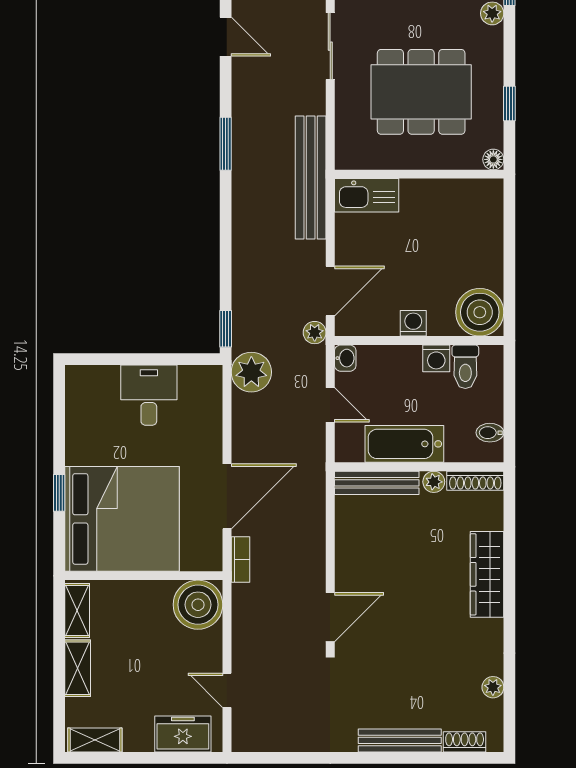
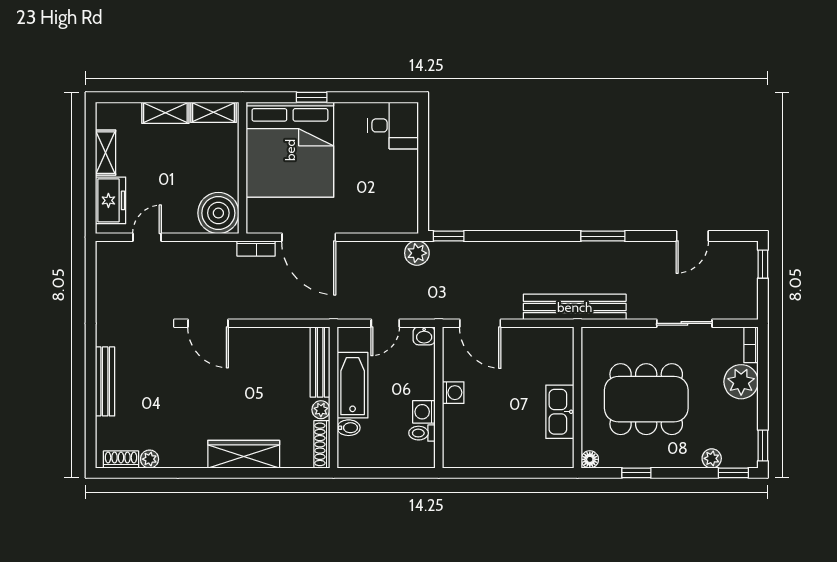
dining table: (421, 92) -> (646, 399), turned 90
kitchen sink: (367, 195) -> (560, 412), moved
boiler: (480, 312) -> (462, 448), removed
plant: (315, 333) -> (445, 310), removed
toilet: (465, 367) -> (422, 433), width x0.73, depth x0.72
plant: (251, 372) -> (417, 253), width x0.73, depth x0.73
desk: (149, 395) -> (393, 125), moved
bidet: (490, 433) -> (349, 428), moved, turned 90
shelving: (95, 740) -> (106, 153), moved
shoe rack: (465, 742) -> (121, 460), moved, turned -90

